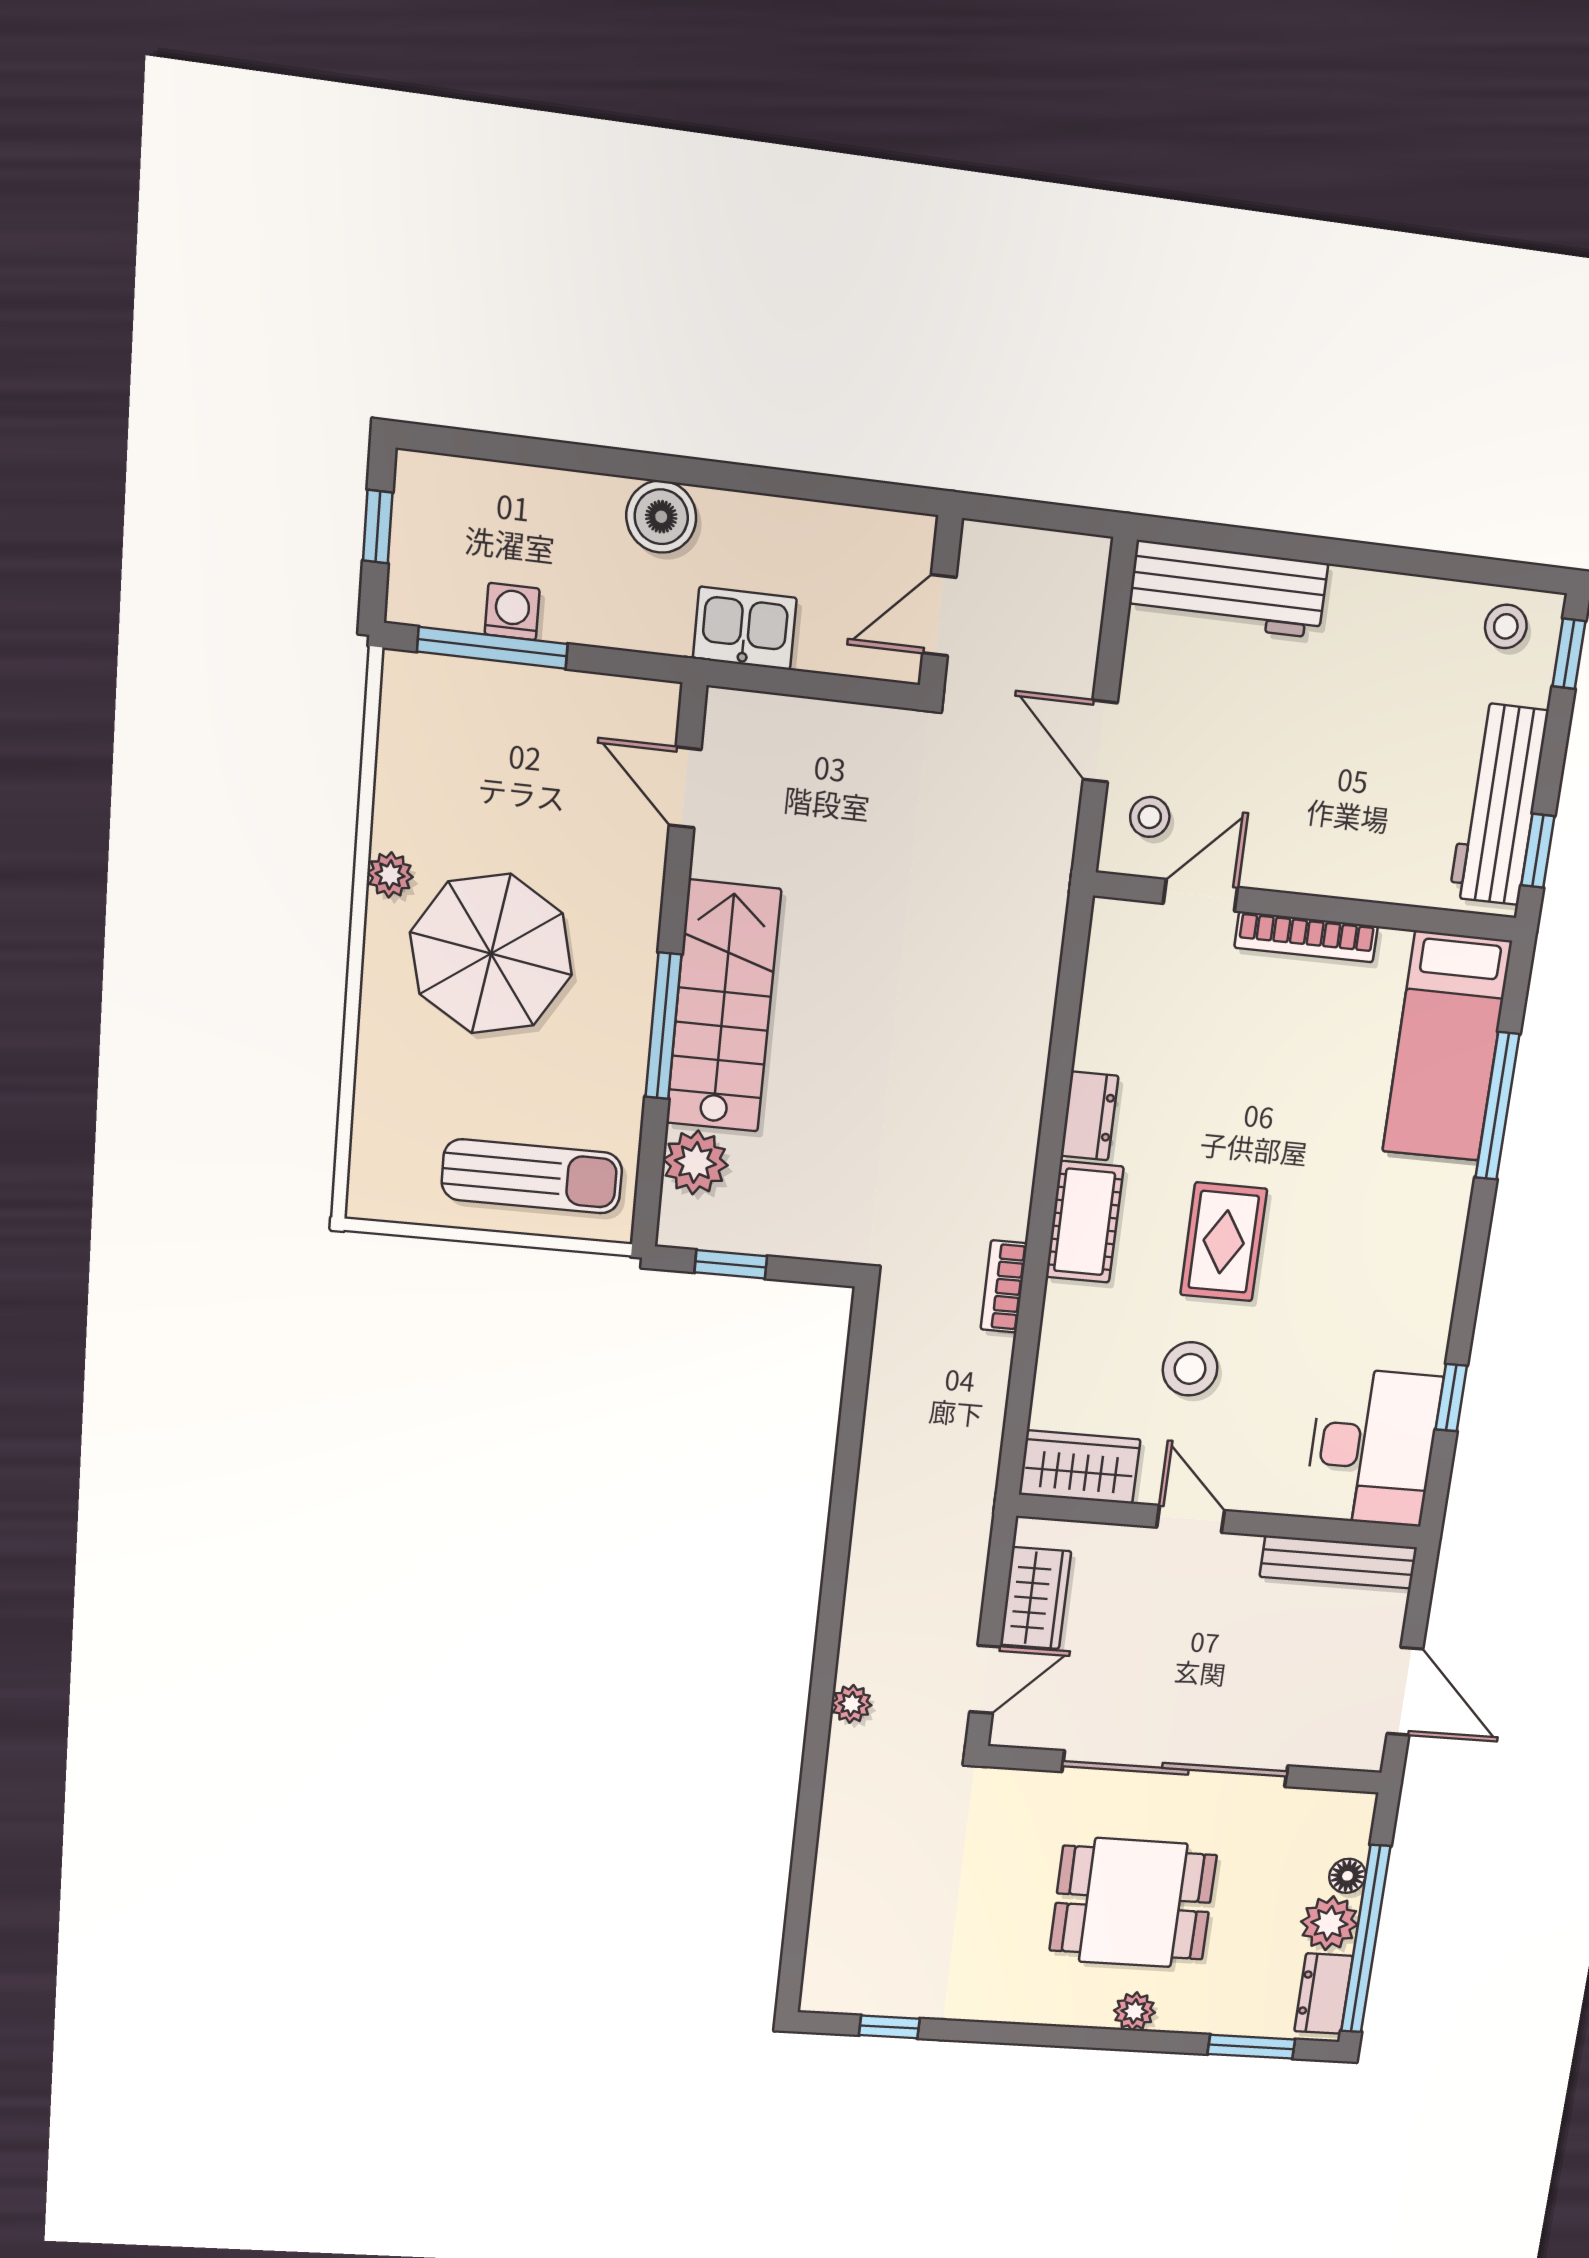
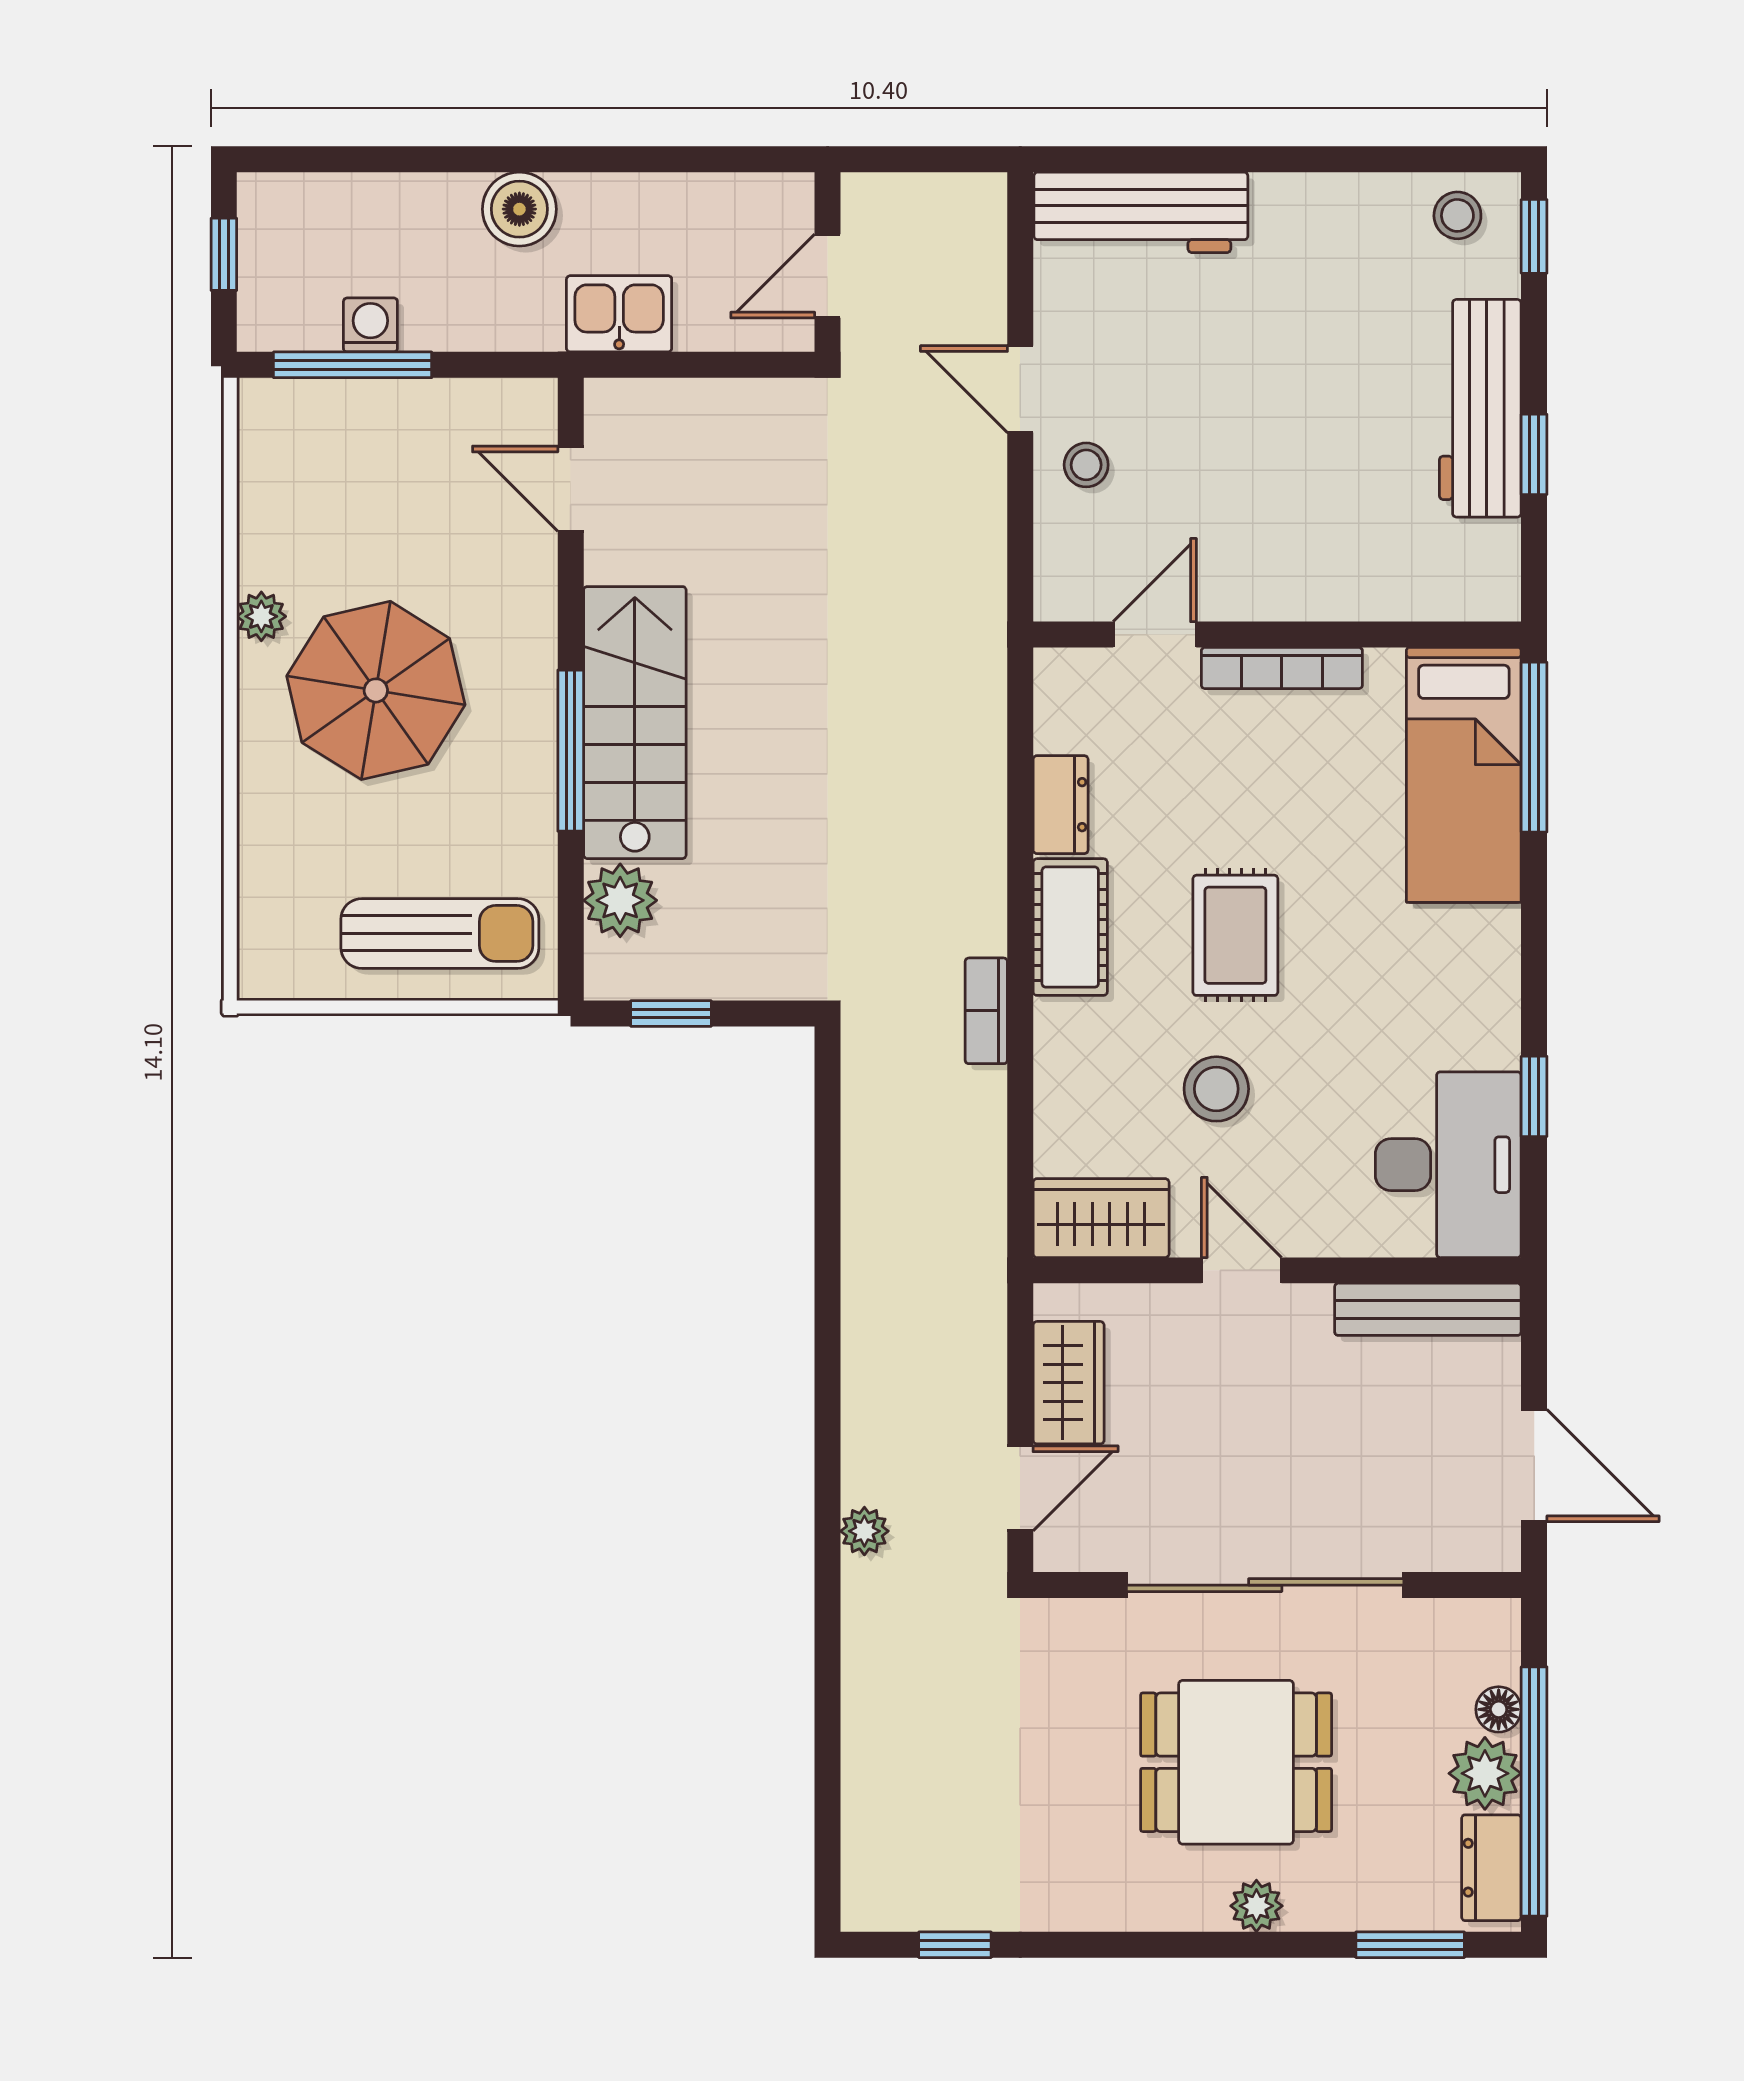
door: (1200, 895) -> (1155, 635), moved
wall: (1306, 907) -> (1277, 635), moved
bookcase: (1306, 937) -> (1282, 668), moved
bed: (1447, 1047) -> (1464, 775), moved

